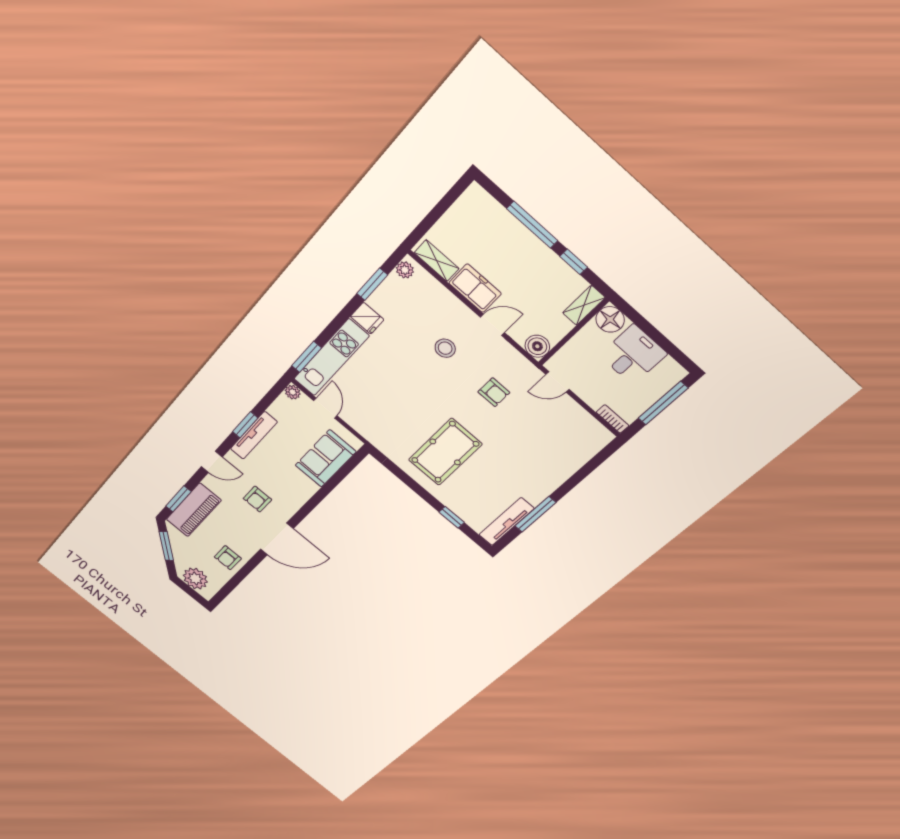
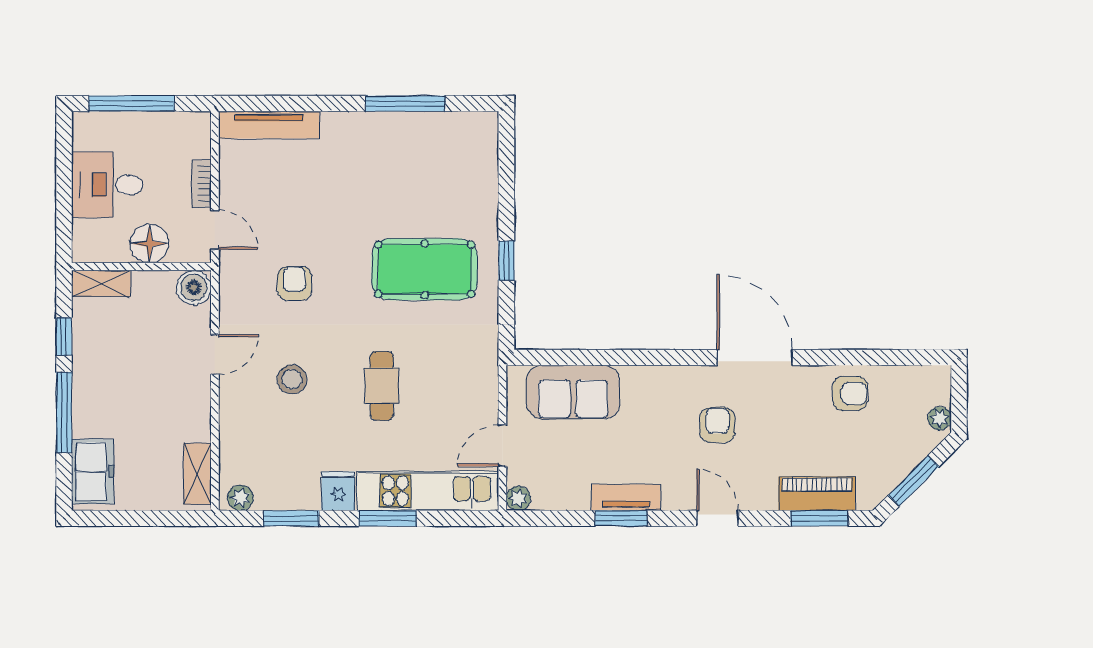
freezer: (475, 288) -> (93, 471), moved, turned 180
floor lamp: (610, 319) -> (149, 244), moved
door: (492, 325) -> (215, 354), swing flipped
window: (307, 357) -> (388, 518), moved
cafe table: (404, 384) -> (382, 386), added
bookcase: (613, 419) -> (202, 184), moved
tv unit: (254, 435) -> (626, 498), width x0.71
armchair: (257, 499) -> (717, 425), turned -90
piano: (194, 510) -> (817, 494), width x0.73, depth x0.75
window: (452, 517) -> (506, 261), moved
tv unit: (506, 522) -> (269, 125), moved
plant: (195, 579) -> (940, 418), width x0.53, depth x0.53

